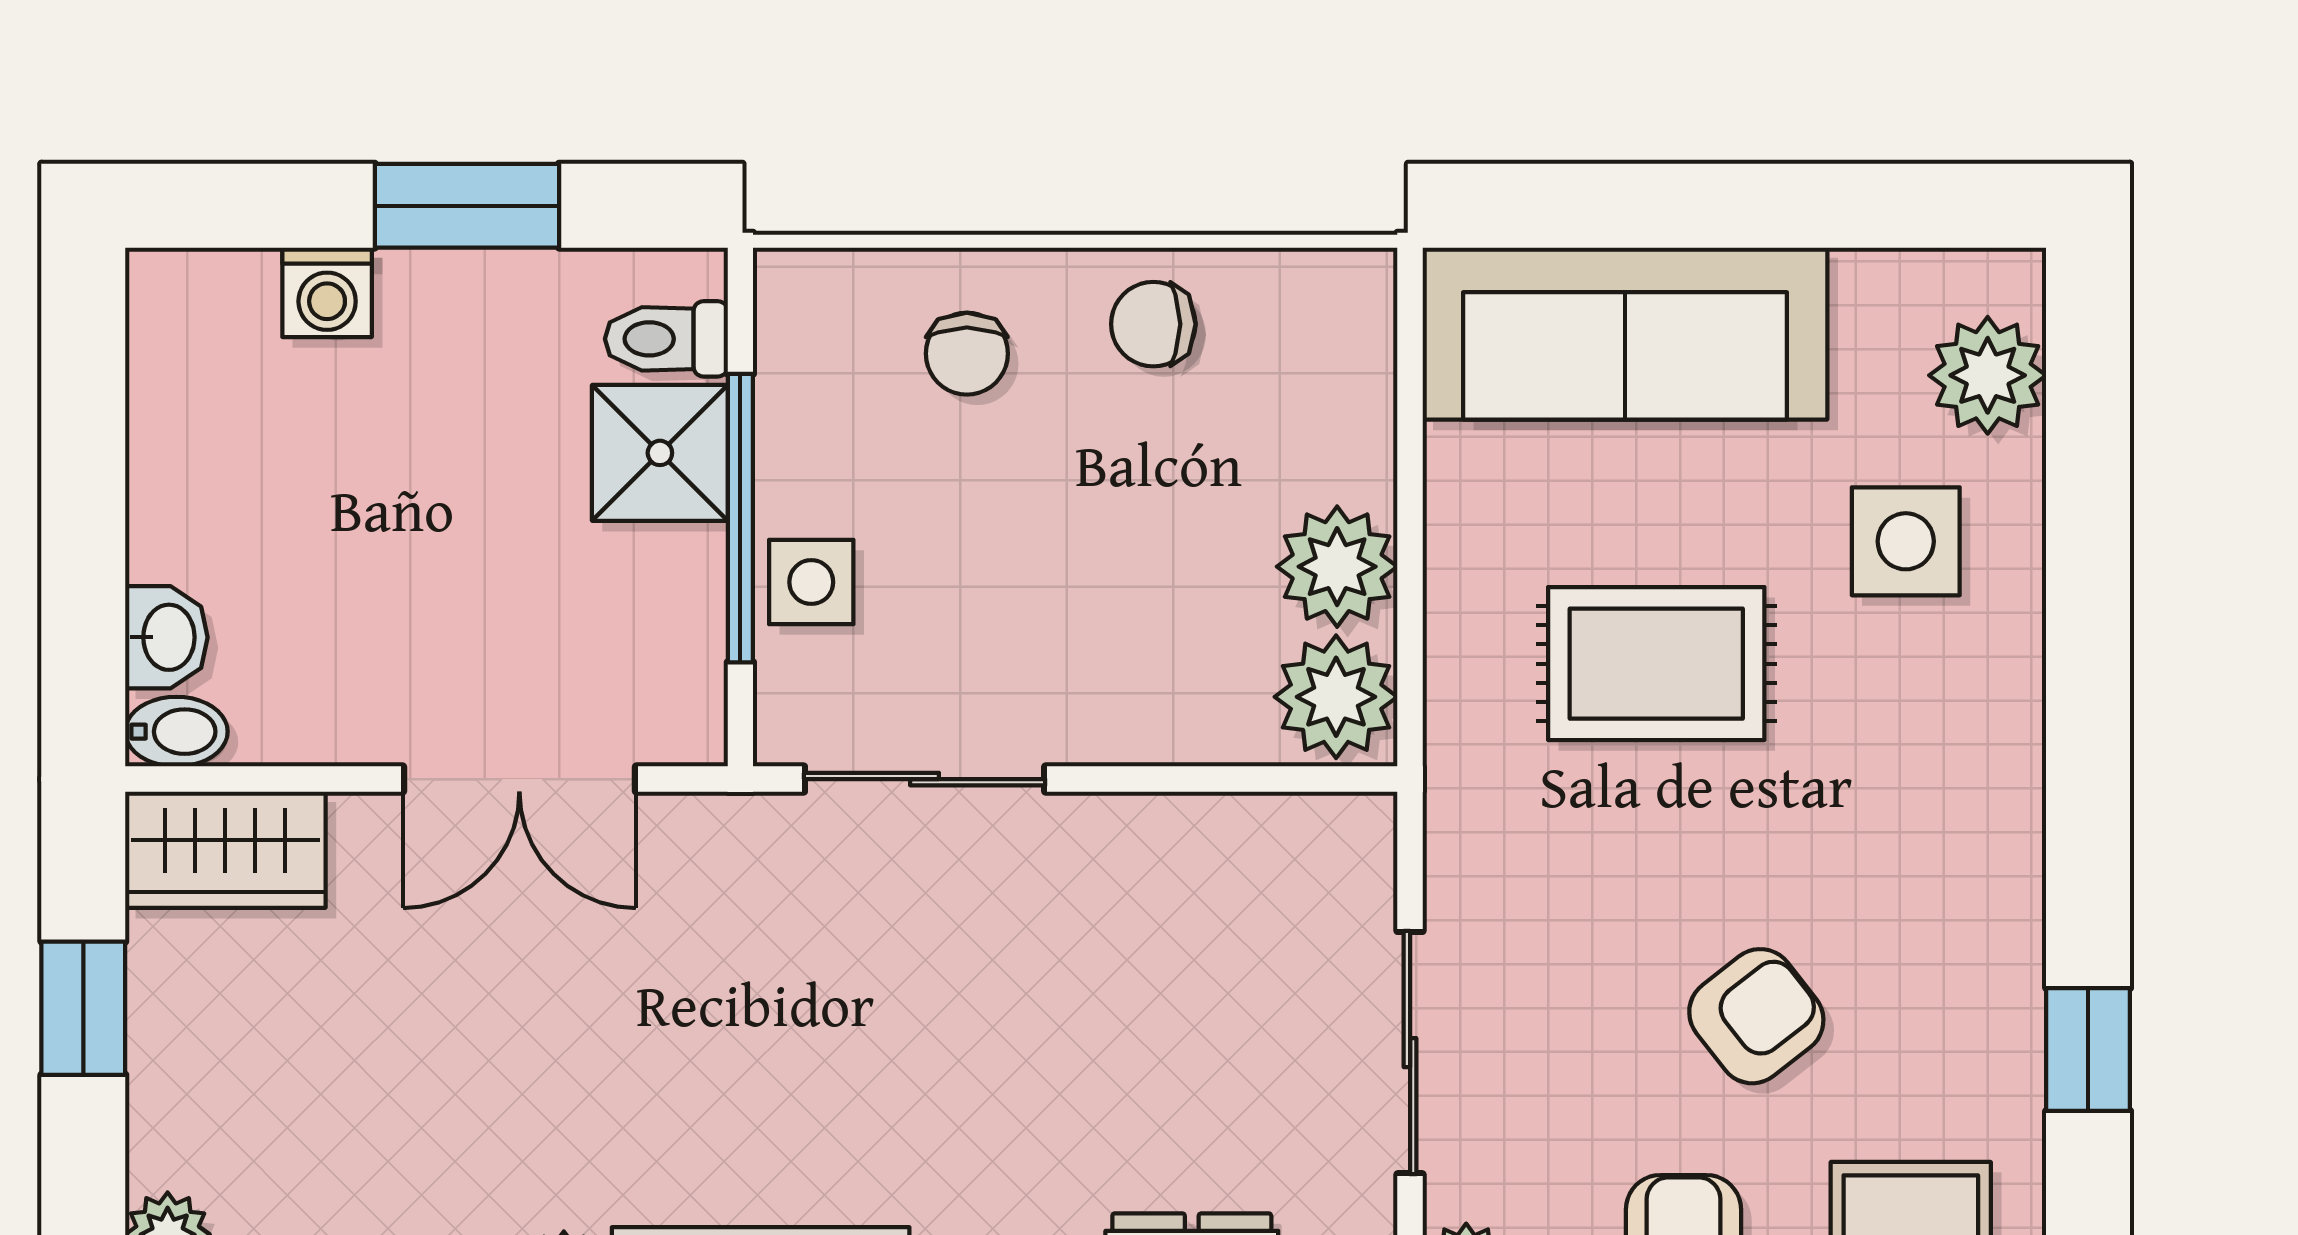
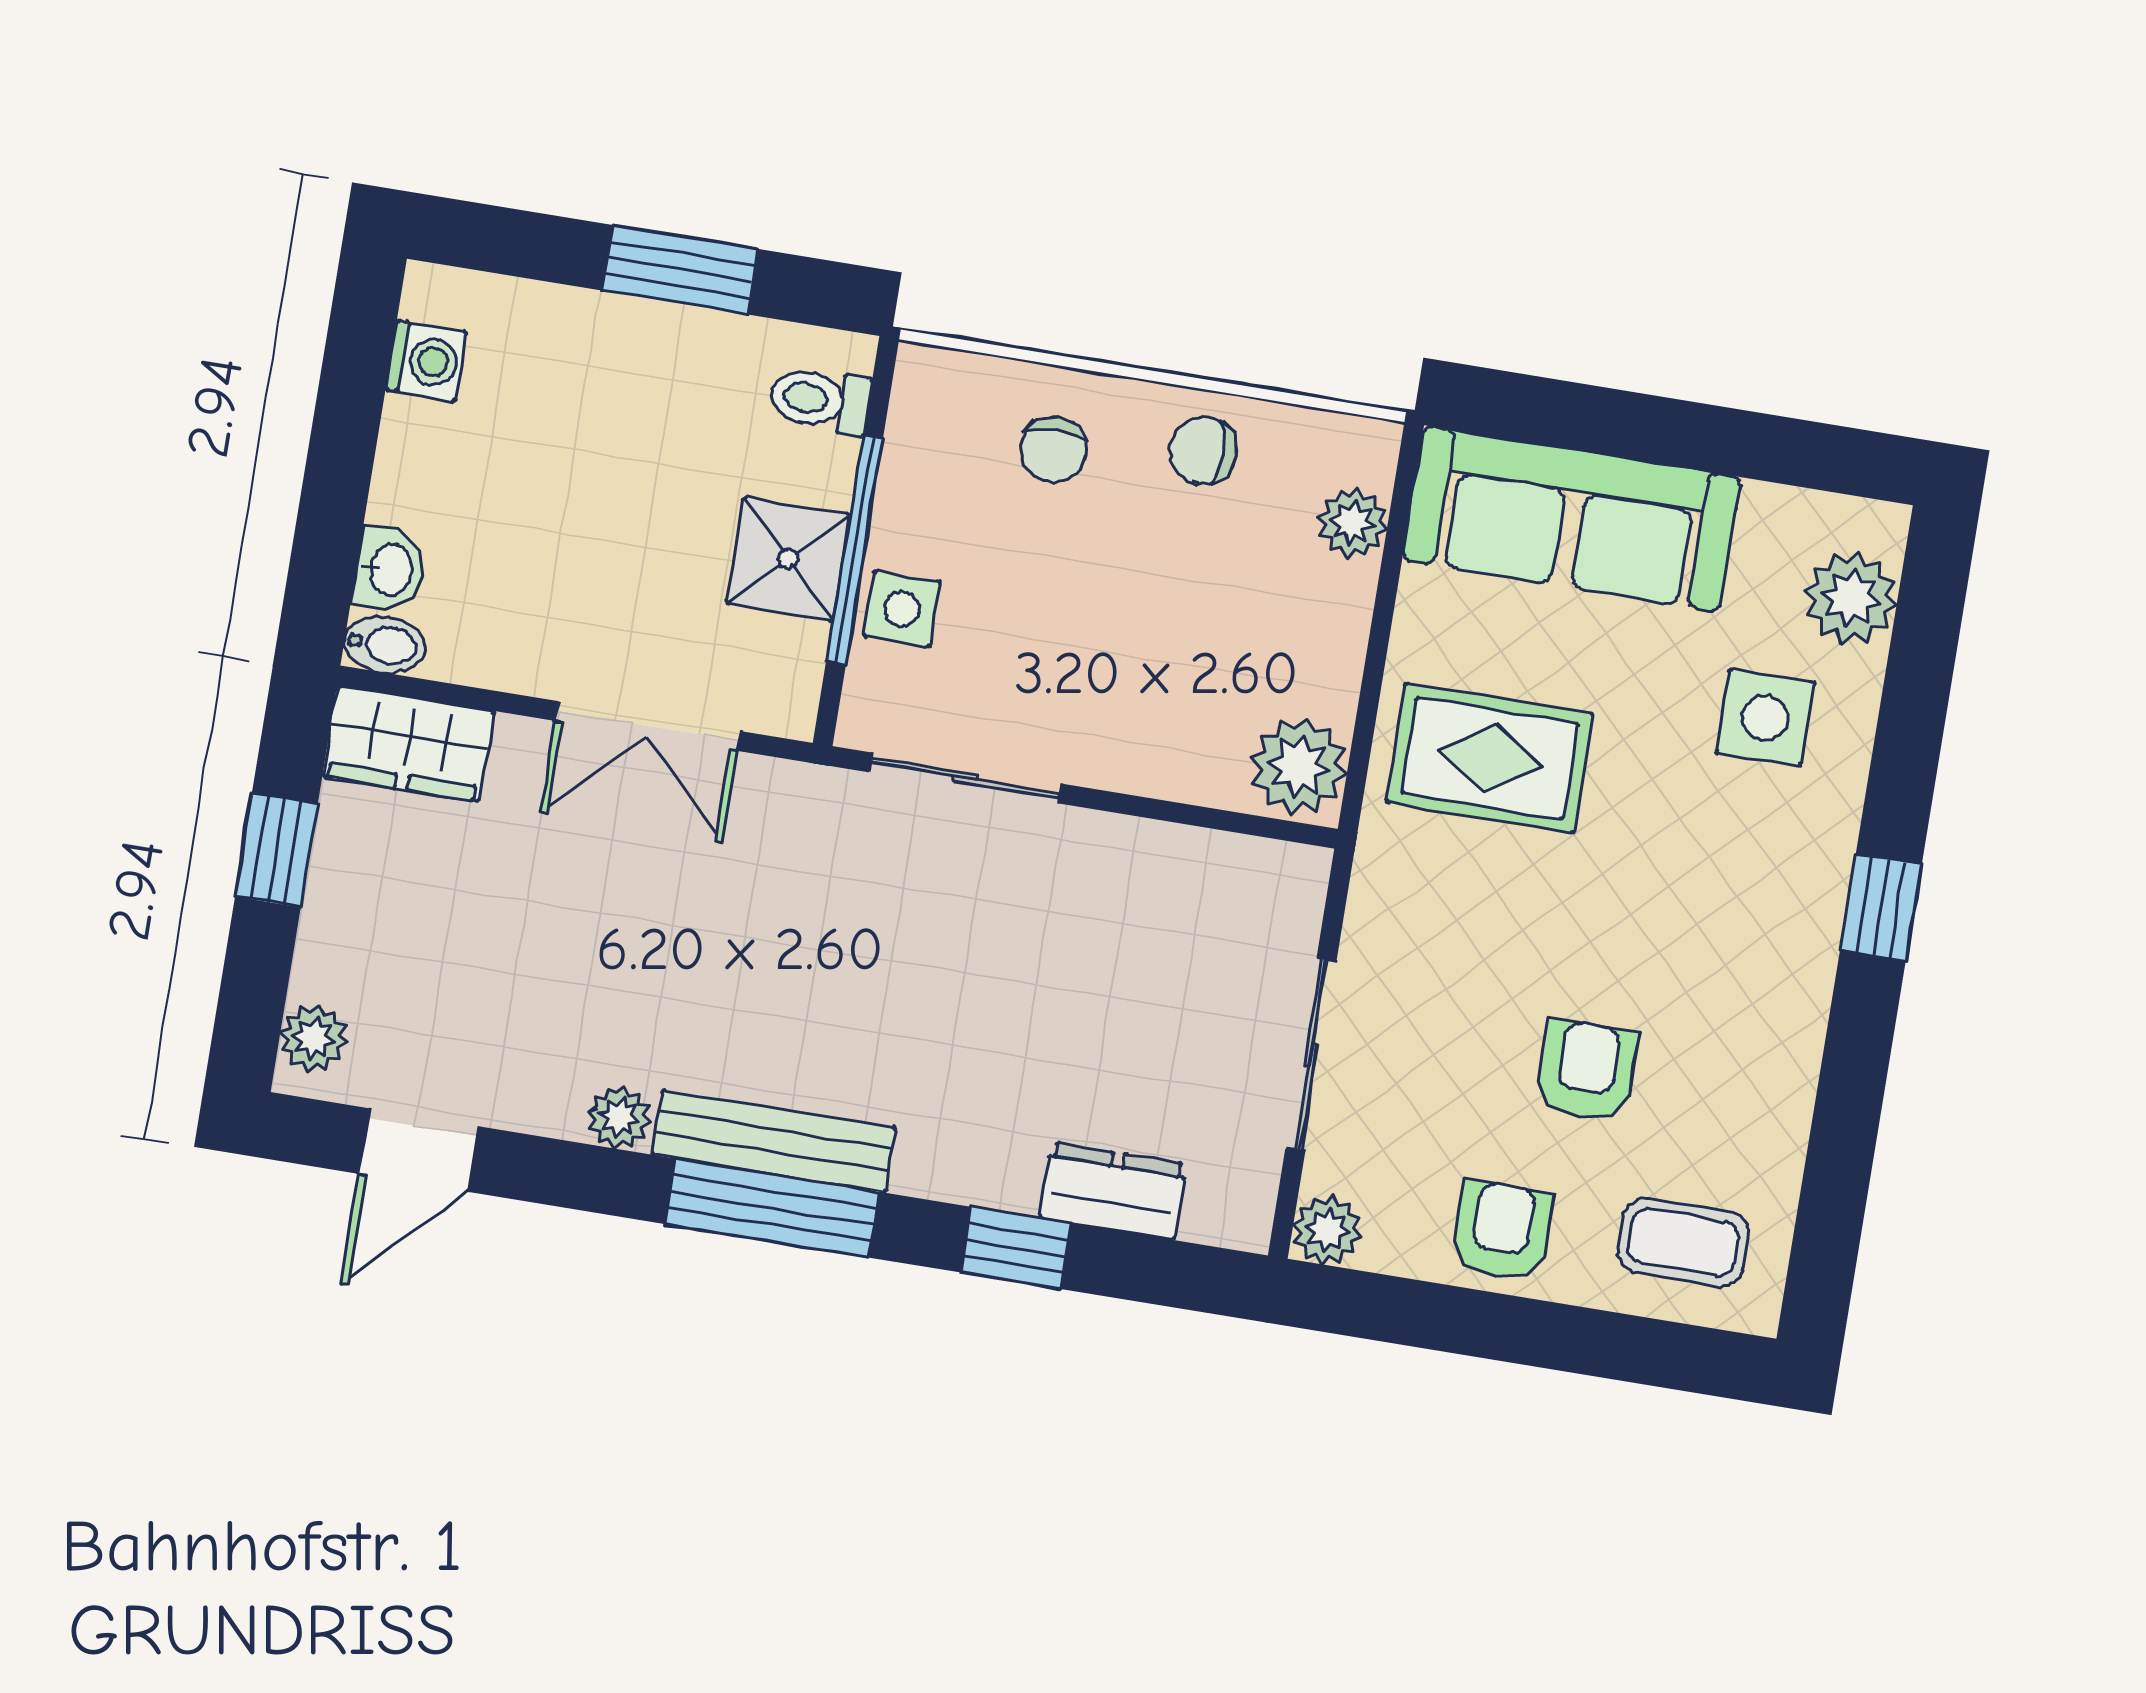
washing machine: (327, 292) -> (426, 361), moved, turned -90
shower: (660, 453) -> (788, 559), moved
plant: (1337, 567) -> (1353, 523), moved, width x0.73, depth x0.73
rug: (1656, 664) -> (1490, 758), moved
armchair: (1756, 1016) -> (1587, 1071), turned -52
window: (2088, 1050) -> (1881, 907), moved

